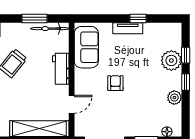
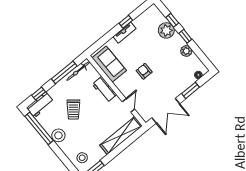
window: (34, 18) -> (64, 72), width x1.44

